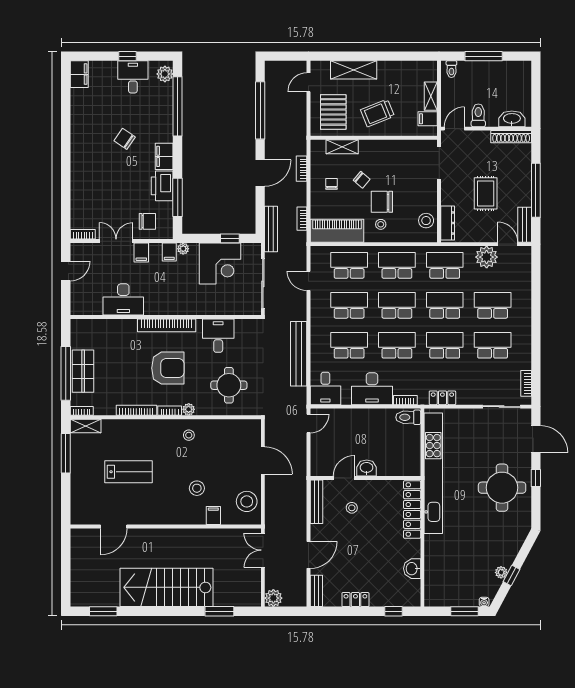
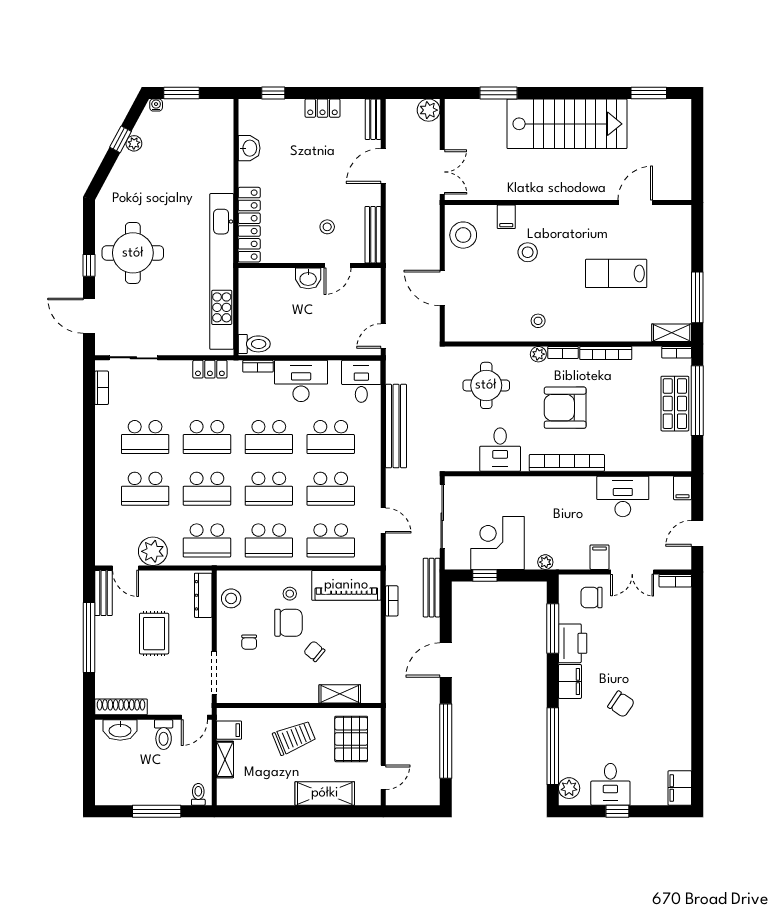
bookcase: (302, 169) -> (392, 666), removed
chair: (332, 184) -> (249, 642), moved
filing cabinet: (169, 252) -> (682, 488), moved, turned 180

